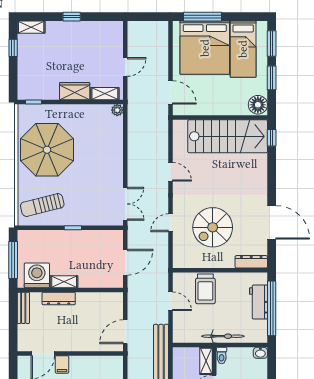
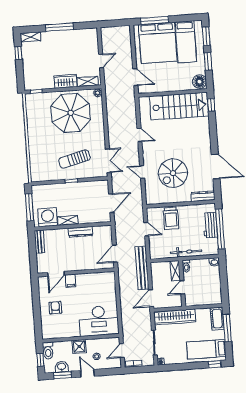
window: (72, 17) -> (59, 27), width x2.17
parasol: (47, 150) -> (71, 113), moved
sun lounger: (42, 205) -> (74, 159), moved
door: (171, 223) -> (142, 172), hinge flipped
dresser: (59, 299) -> (81, 232), moved

